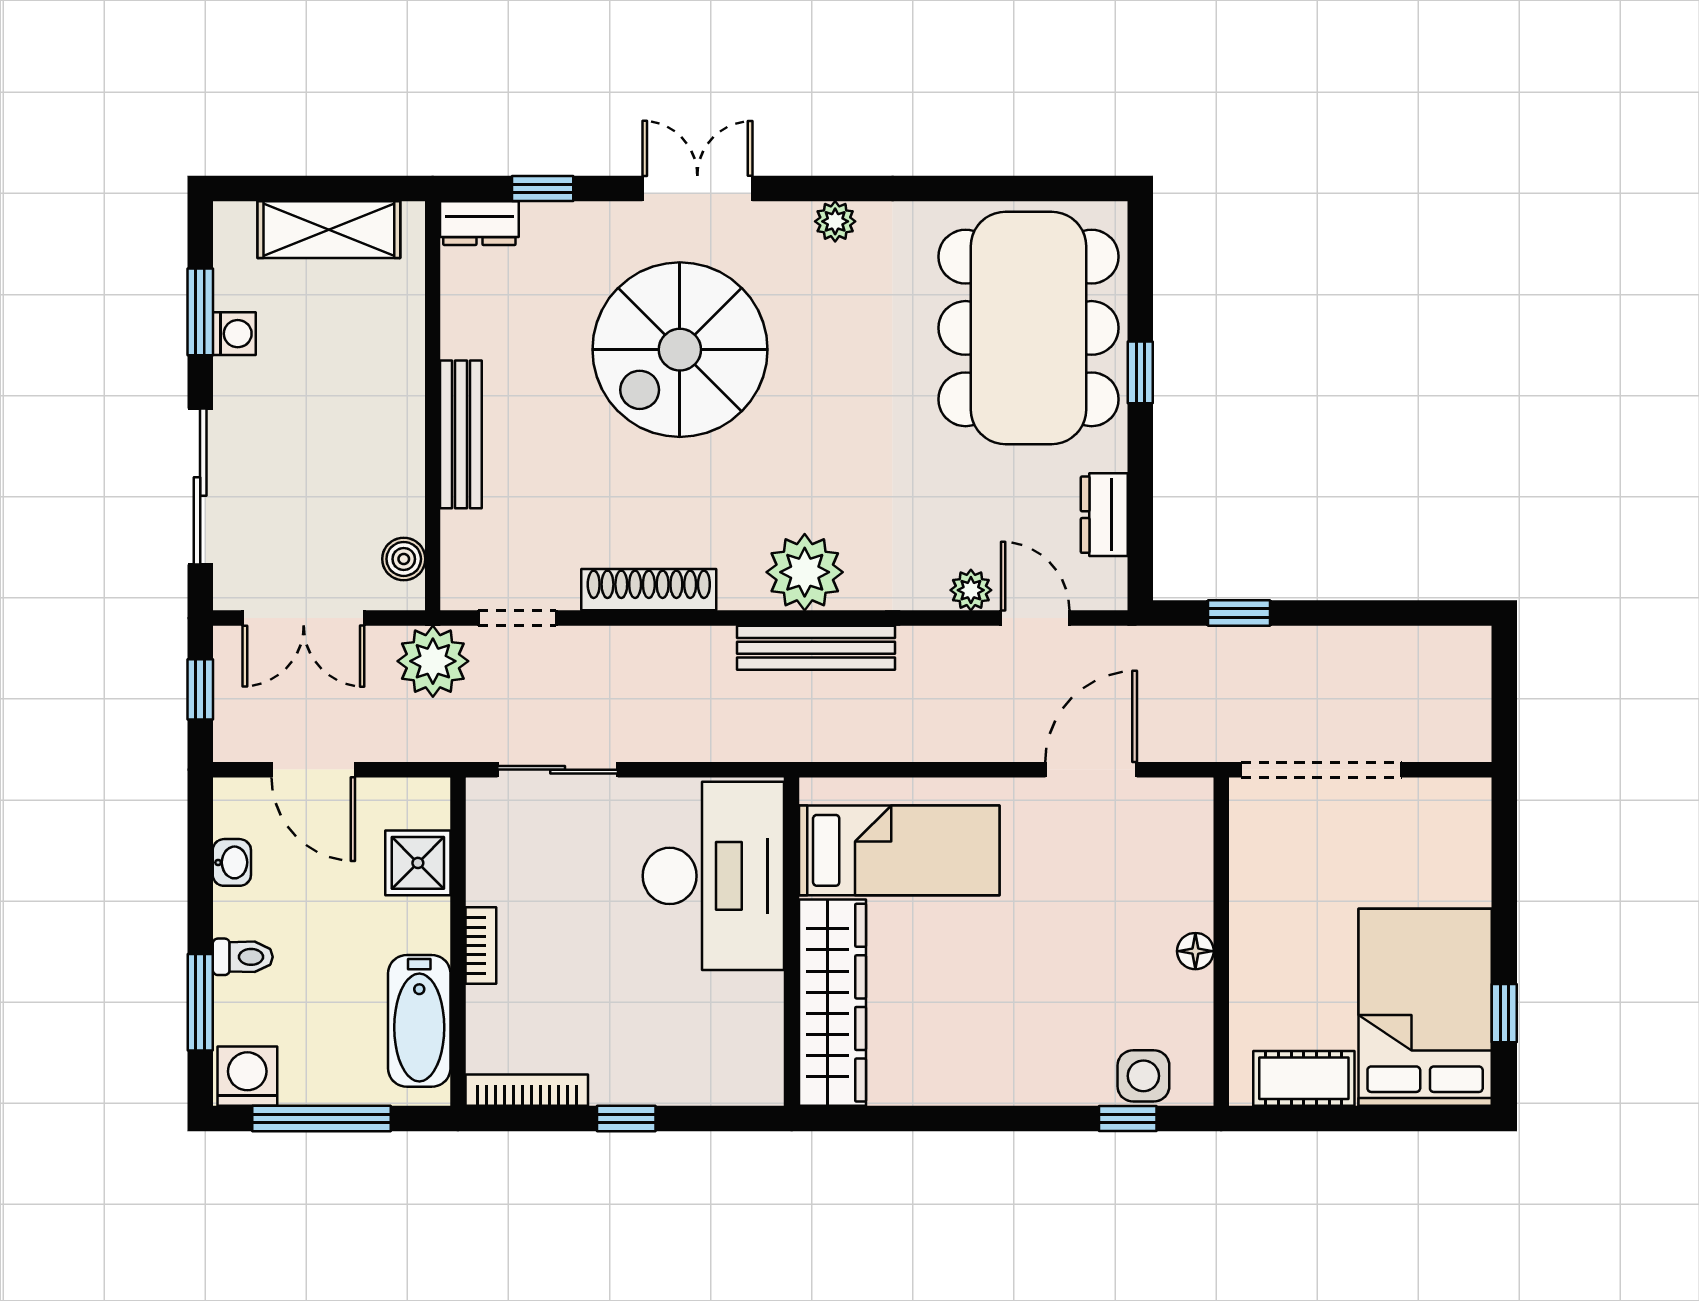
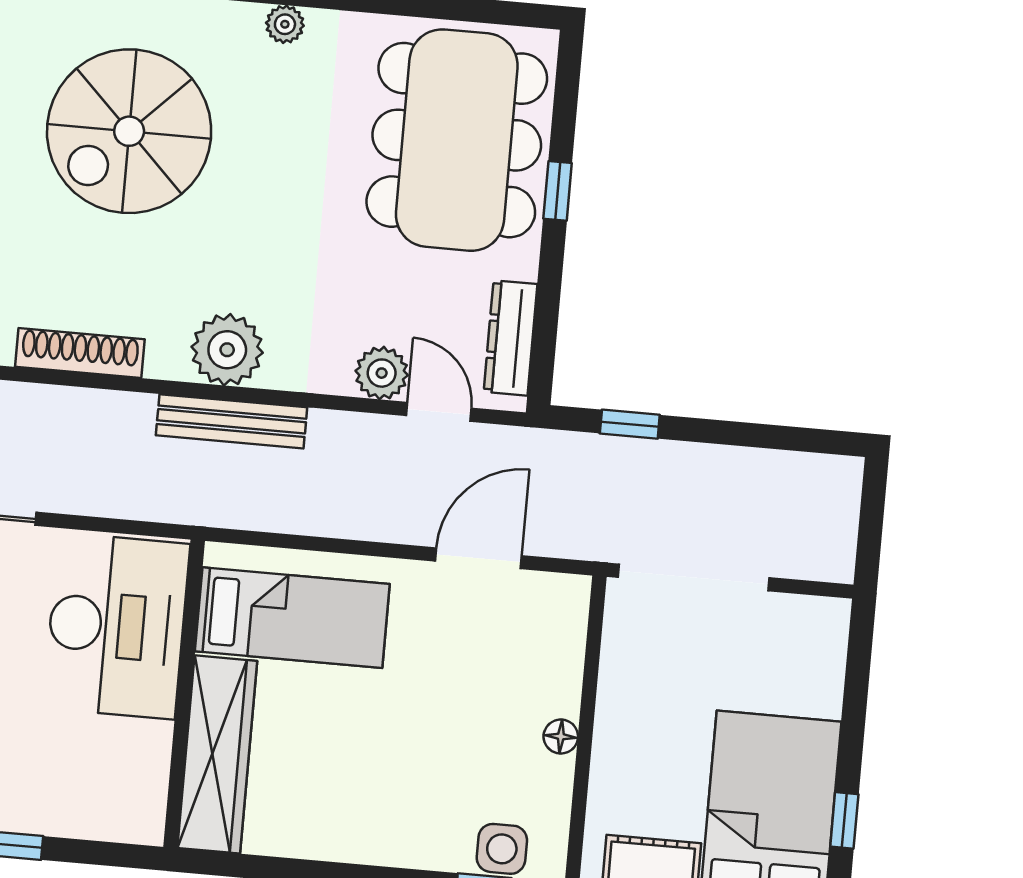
dresser: (1104, 515) -> (511, 338), width x1.44
plant: (971, 590) -> (382, 373), width x1.38, depth x1.38

